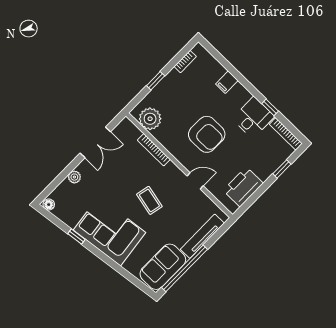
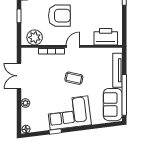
armchair: (207, 134) -> (59, 16), moved
double door: (95, 142) -> (19, 76), swing flipped
door: (195, 181) -> (73, 46), moved
printer: (243, 187) -> (106, 37), moved, turned 90

